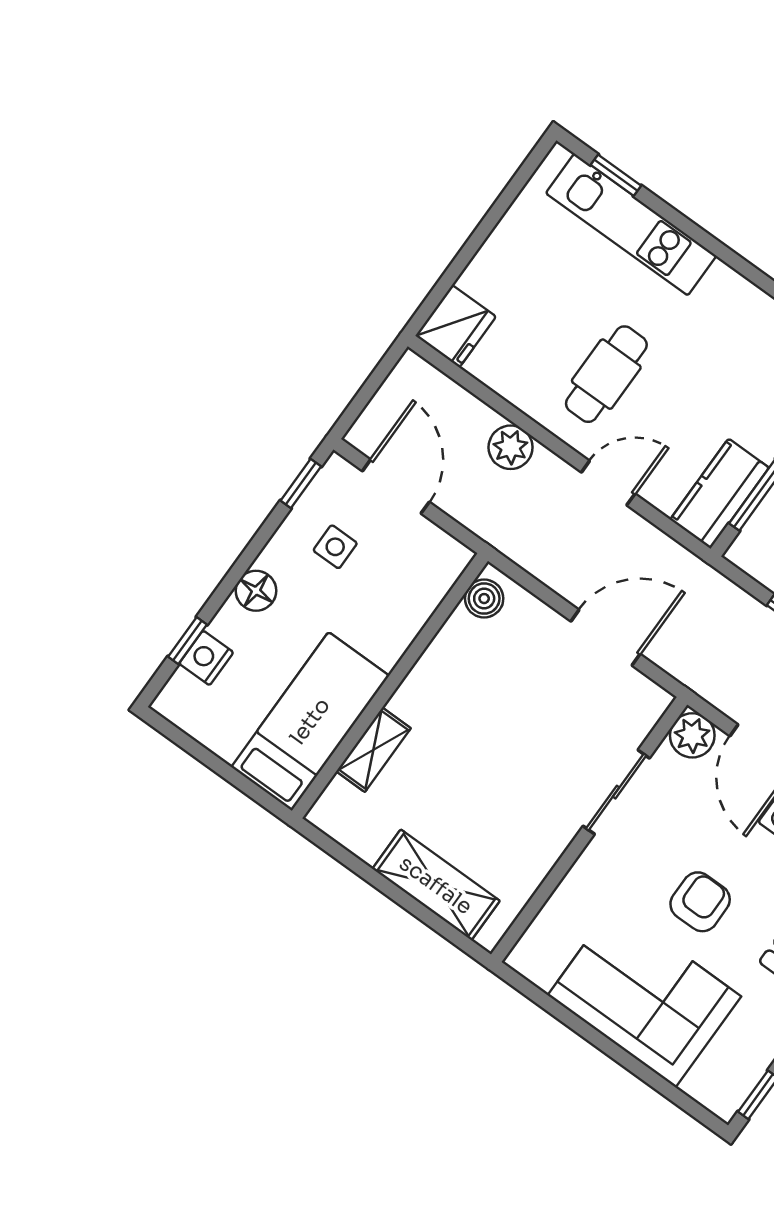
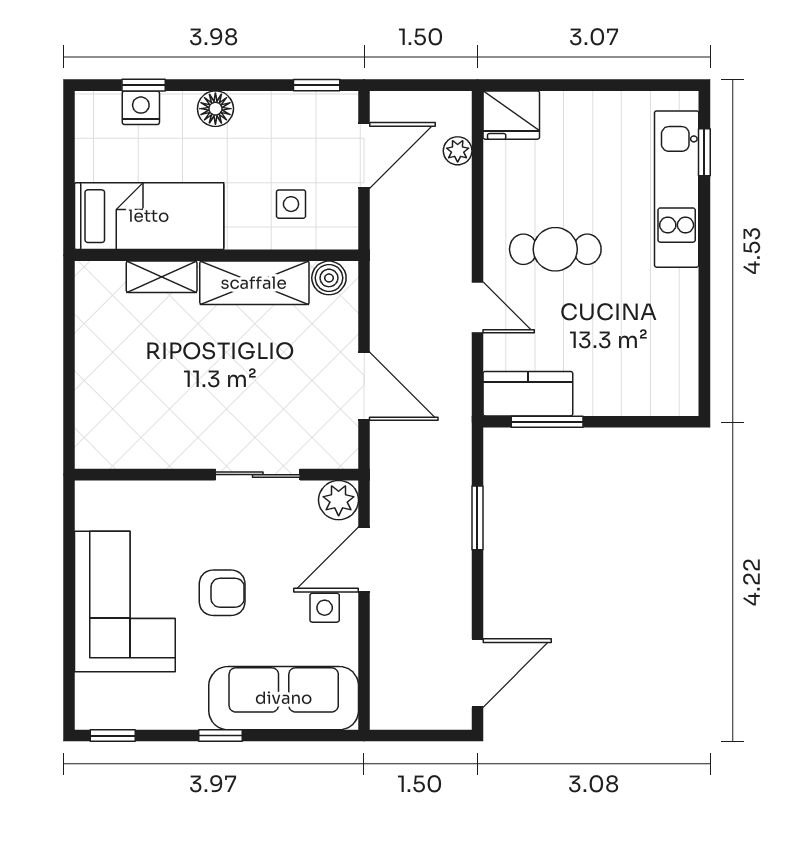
plant: (511, 447) -> (458, 151), moved, width x0.73, depth x0.73
side table: (335, 547) -> (291, 204), moved
shelving: (436, 885) -> (254, 283), moved, turned 90

